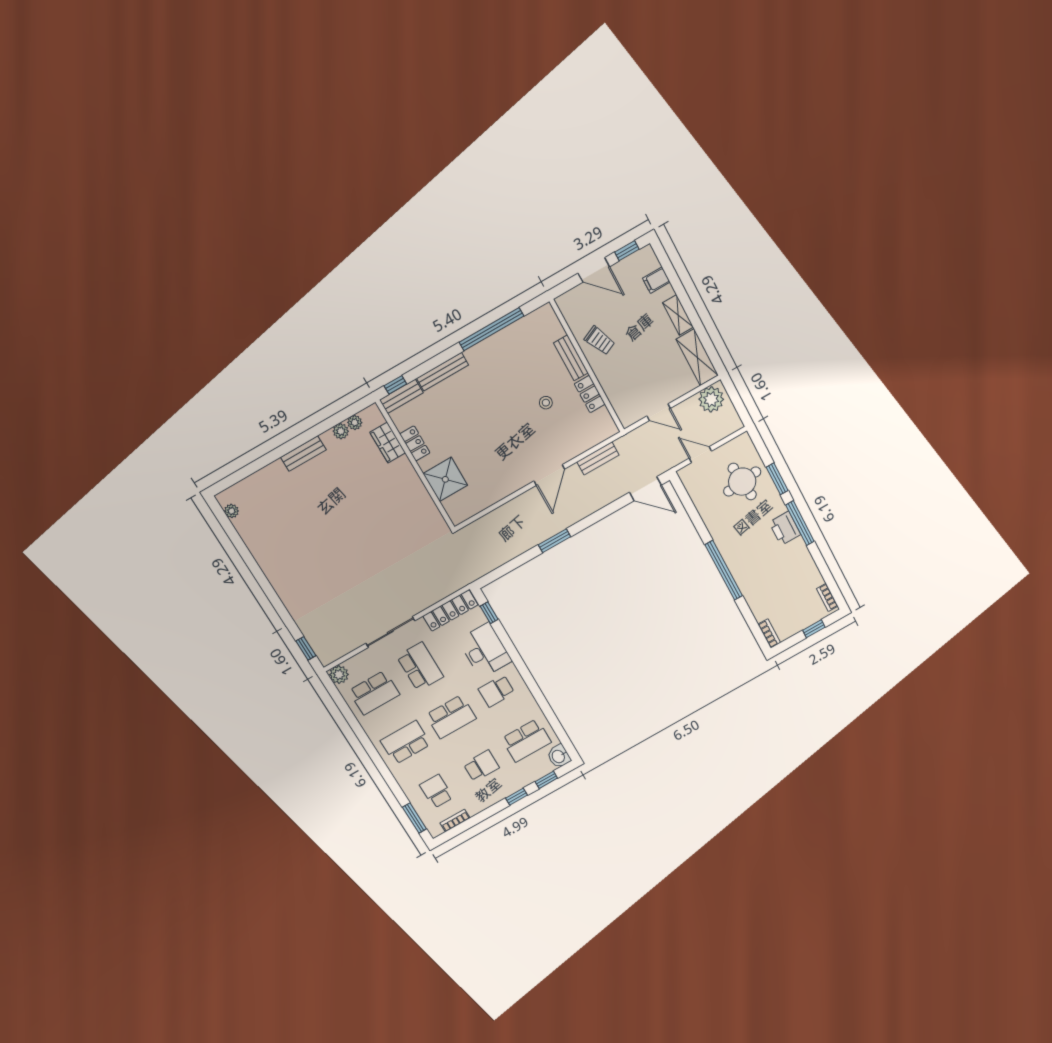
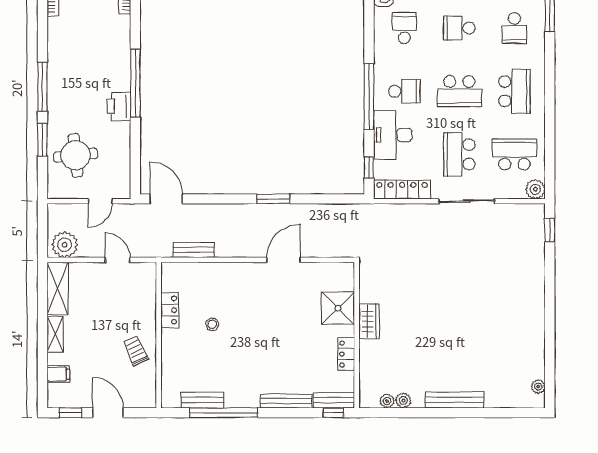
bench: (571, 358) -> (203, 400), moved, turned 90
wardrobe: (388, 443) -> (369, 321), moved
bench: (303, 453) -> (455, 400), width x1.36
door: (700, 455) -> (100, 201), hinge flipped
door: (549, 475) -> (284, 260), moved
printer: (785, 528) -> (119, 107), moved, turned 180
window: (523, 670) -> (369, 97), added
school desk: (451, 717) -> (459, 91), turned 180
school desk: (526, 740) -> (404, 28), width x0.54
school desk: (406, 743) -> (514, 91), turned -90

